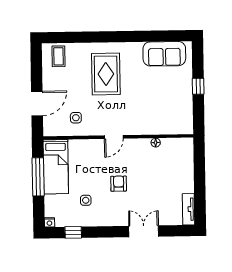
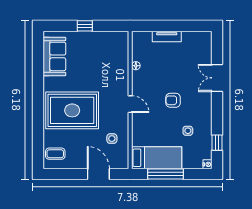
rug: (106, 74) -> (72, 110), width x1.37, depth x1.44
tv unit: (188, 209) -> (167, 37), moved

